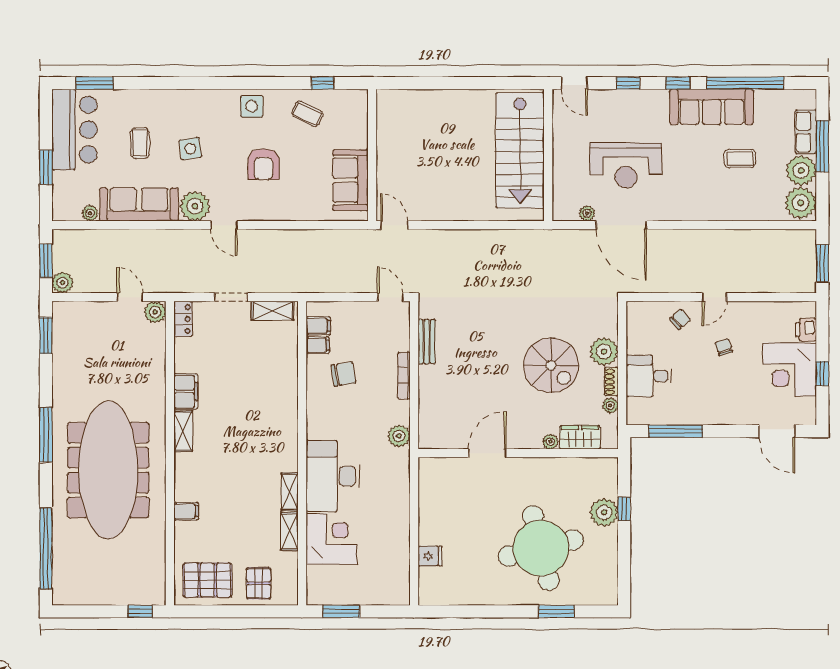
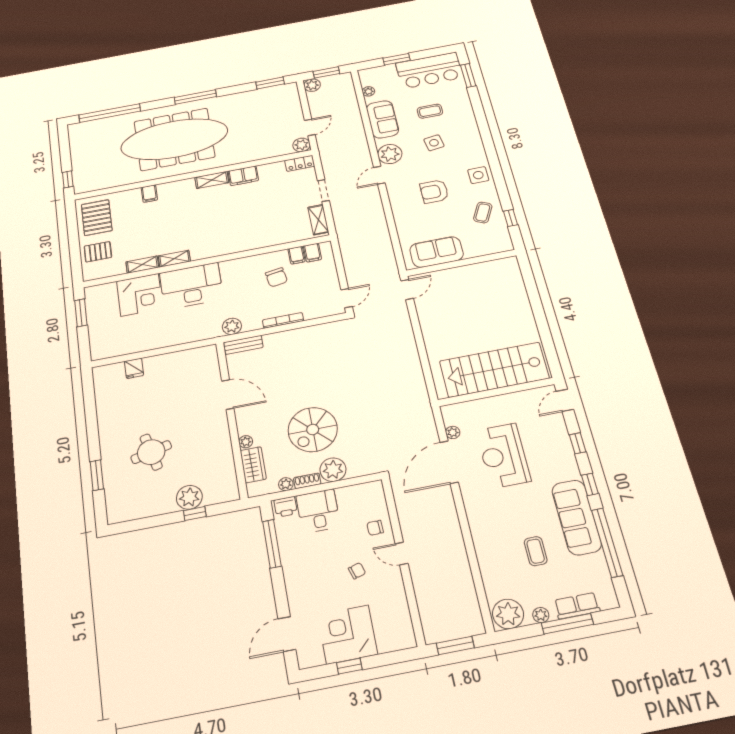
plant: (801, 170) -> (541, 615), width x0.53, depth x0.53
sofa: (139, 204) -> (382, 119), width x0.73
chair: (680, 319) -> (375, 528), turned 130
printer: (806, 330) -> (286, 507), moved, turned 180
bench: (427, 342) -> (243, 345), moved
round table: (541, 548) -> (151, 452), width x0.54, depth x0.54

